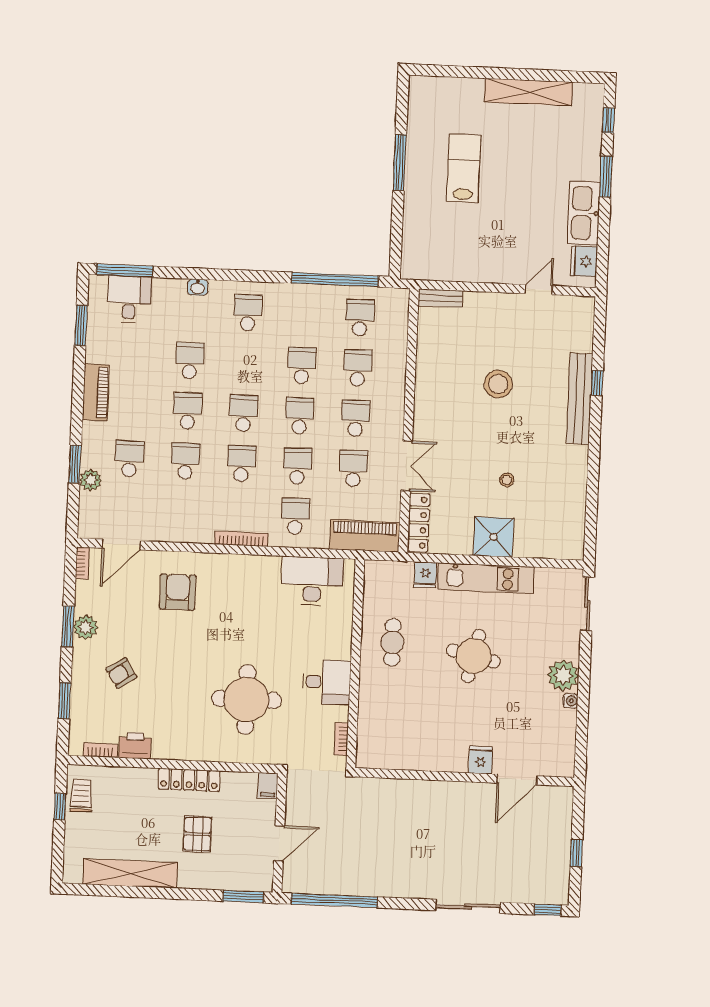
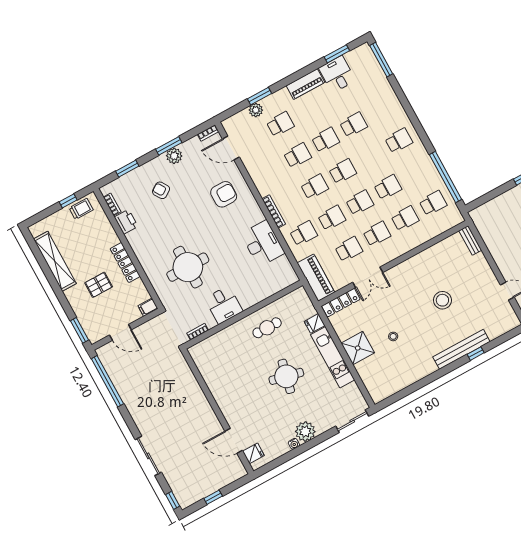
washbasin: (198, 287) -> (396, 105), removed
desk: (129, 299) -> (337, 74), moved, turned -90
desk: (312, 581) -> (263, 243), moved
fridge: (481, 760) -> (253, 453), moved

